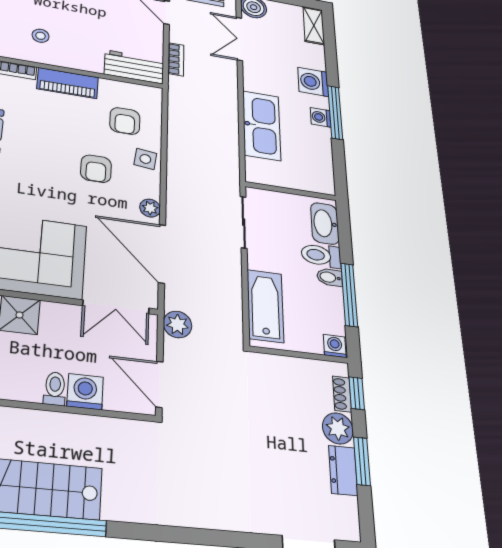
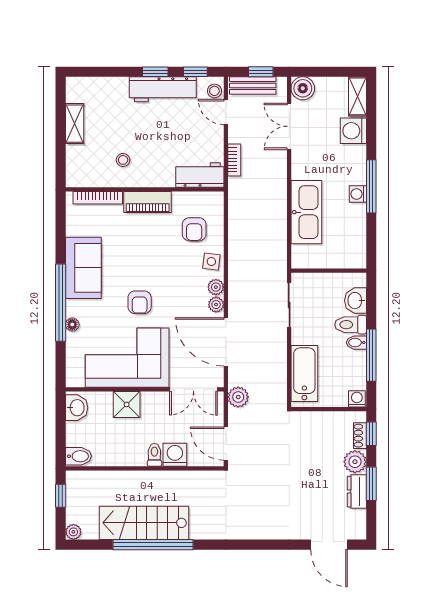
washing machine: (313, 82) -> (353, 131), moved
armchair: (96, 169) -> (140, 302), moved
plant: (150, 188) -> (216, 287), added
washbasin: (325, 223) -> (355, 301), width x0.72

